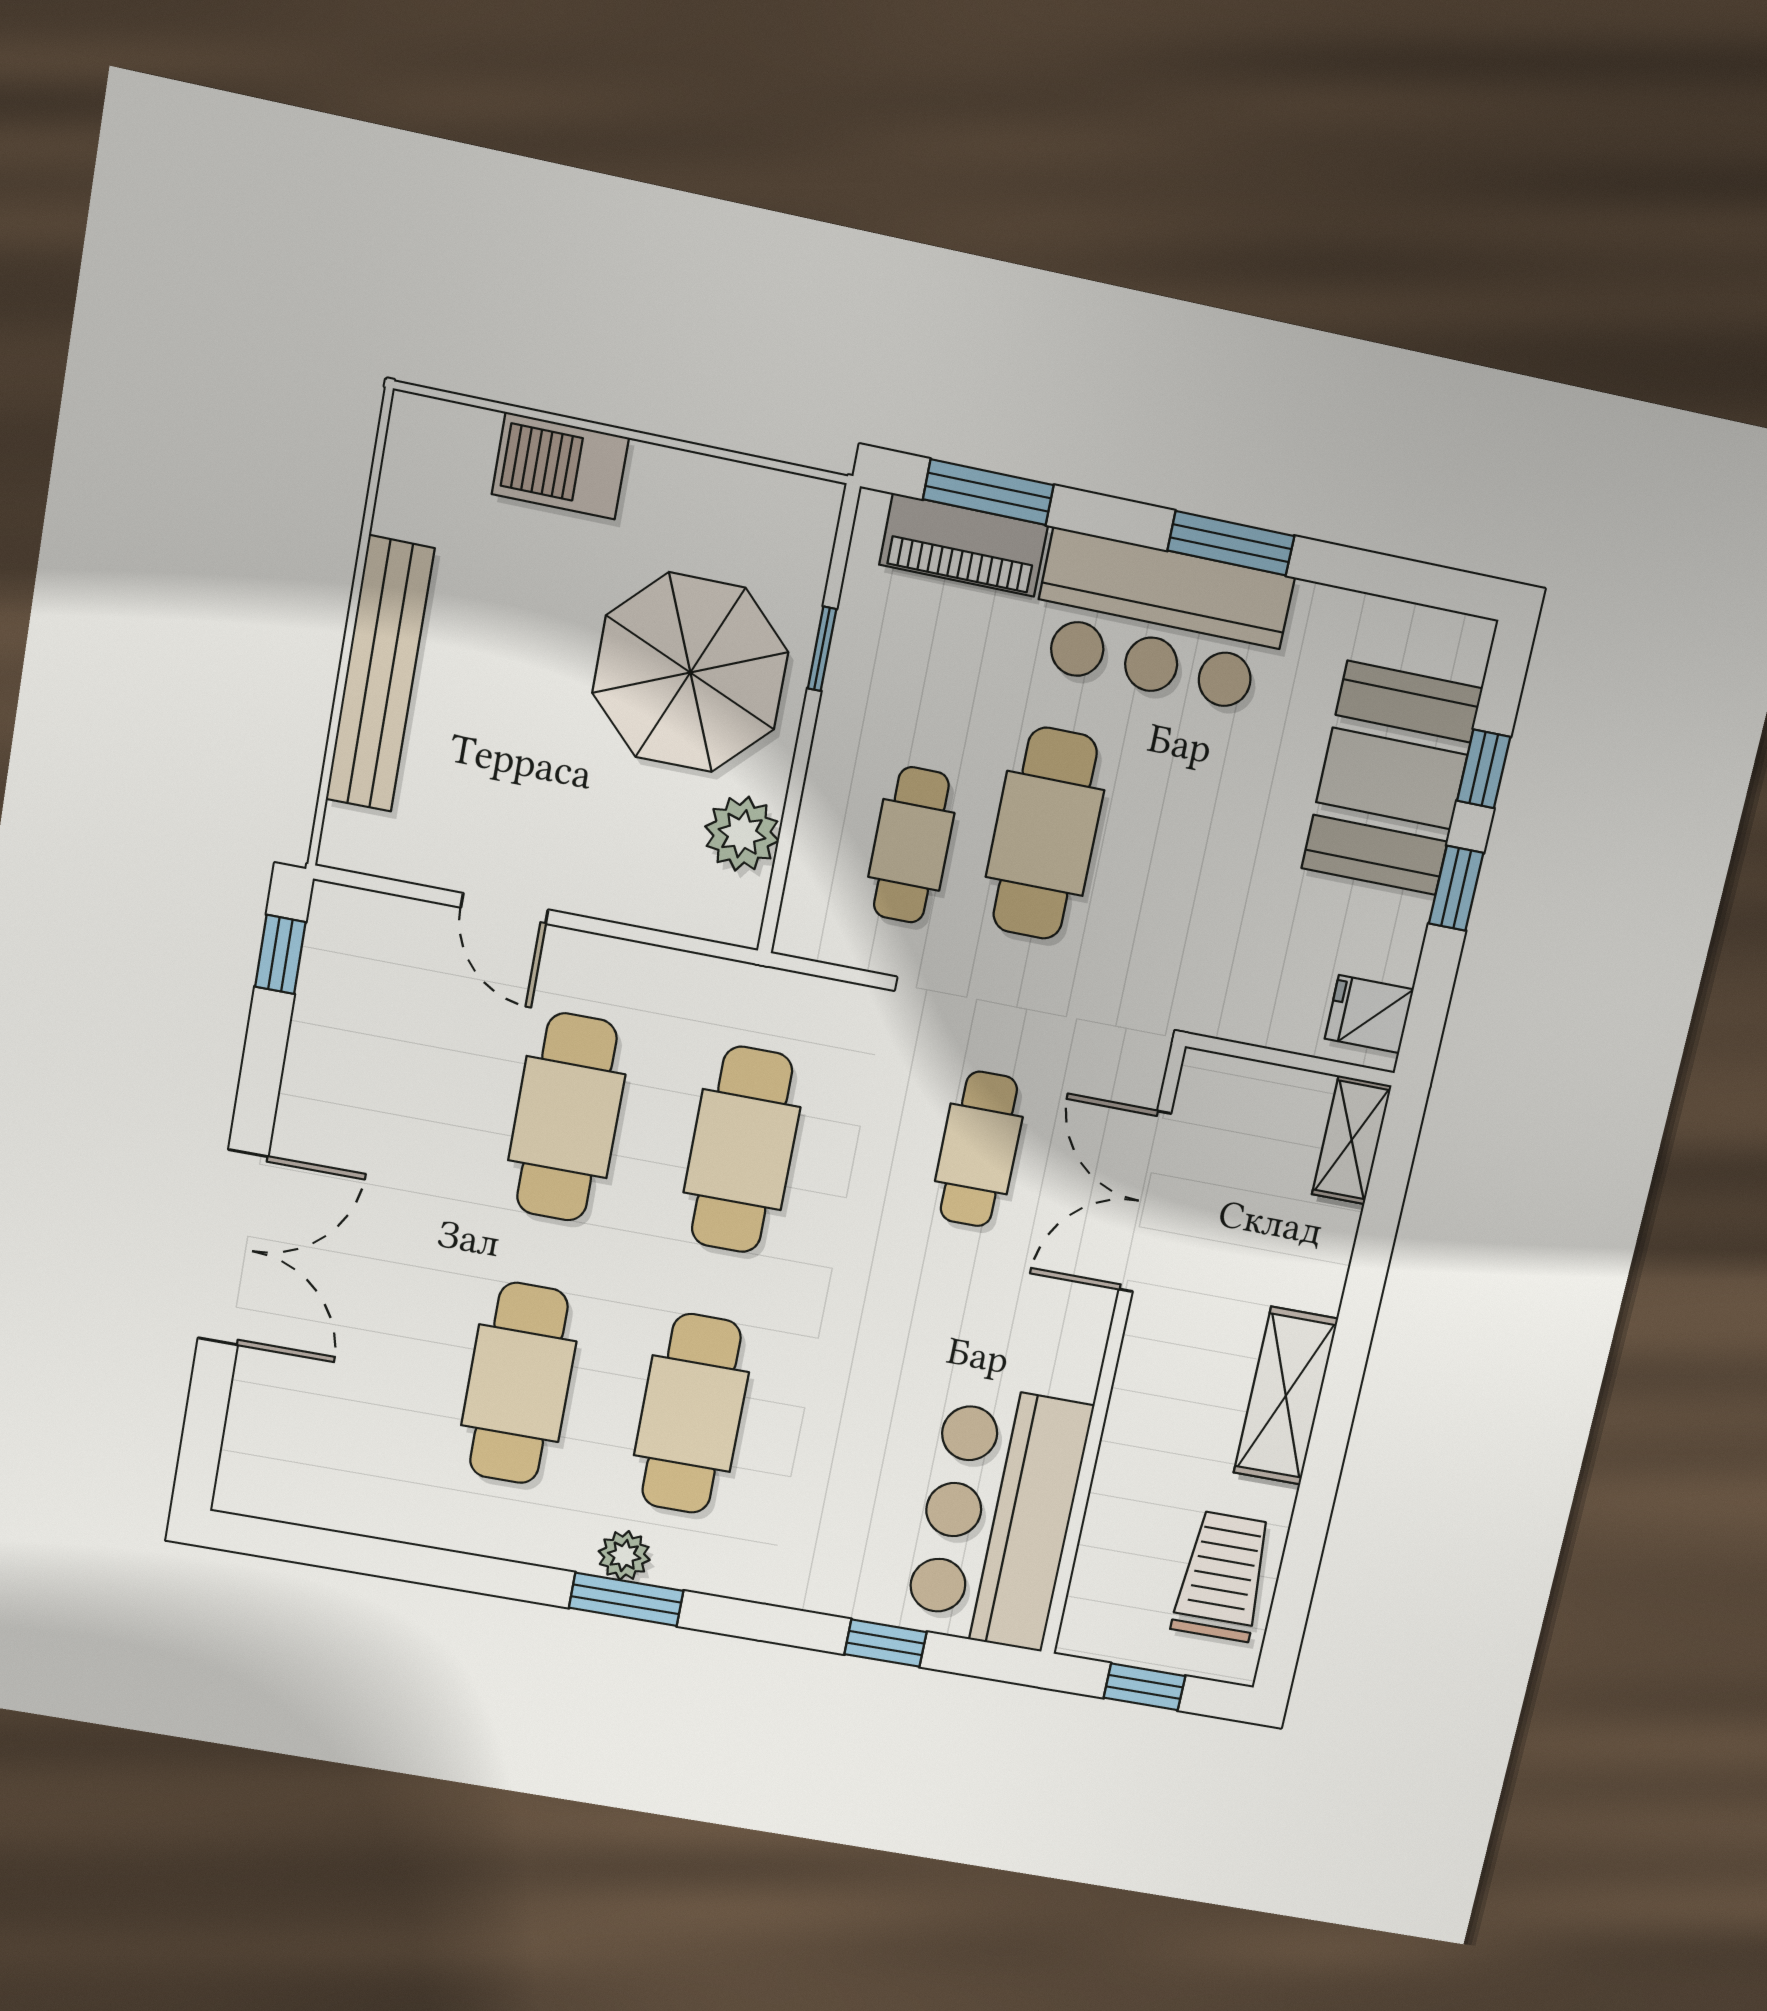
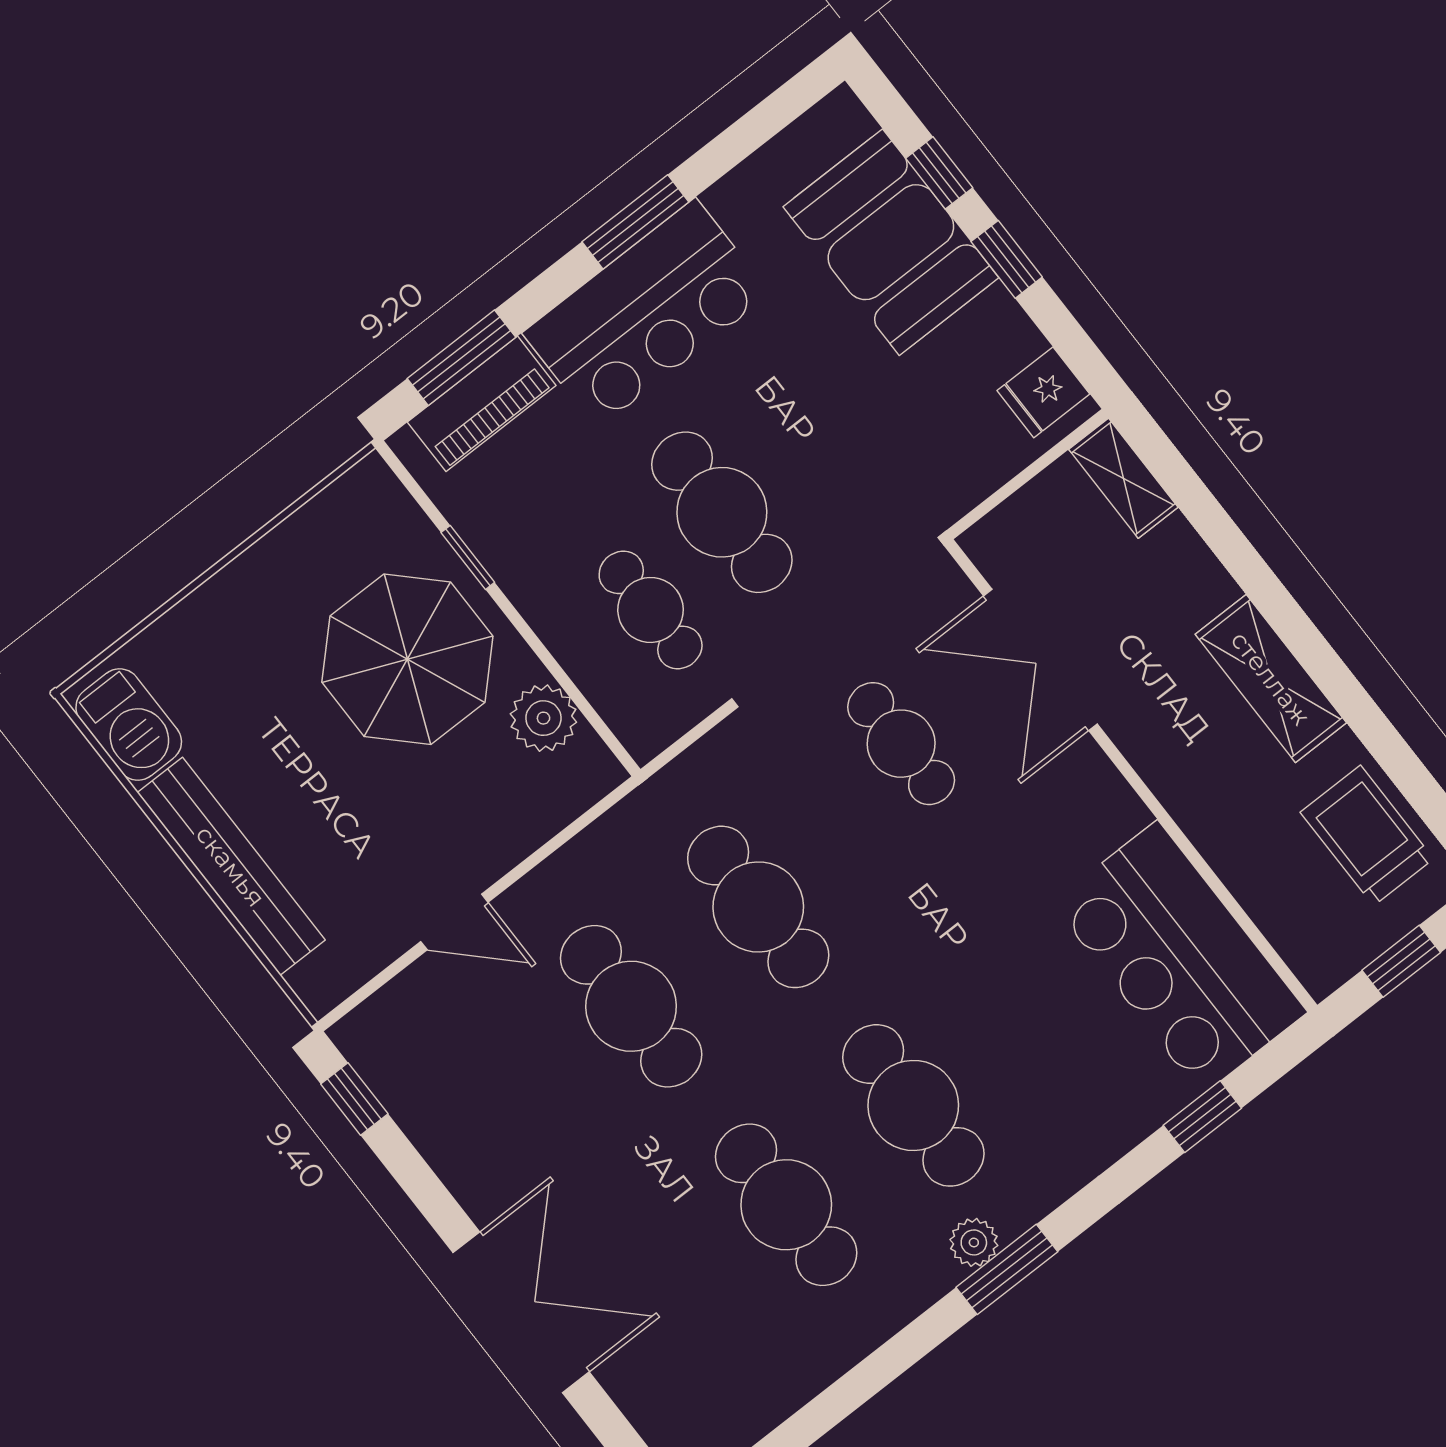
barbecue: (560, 466) -> (129, 725), moved, turned -90

